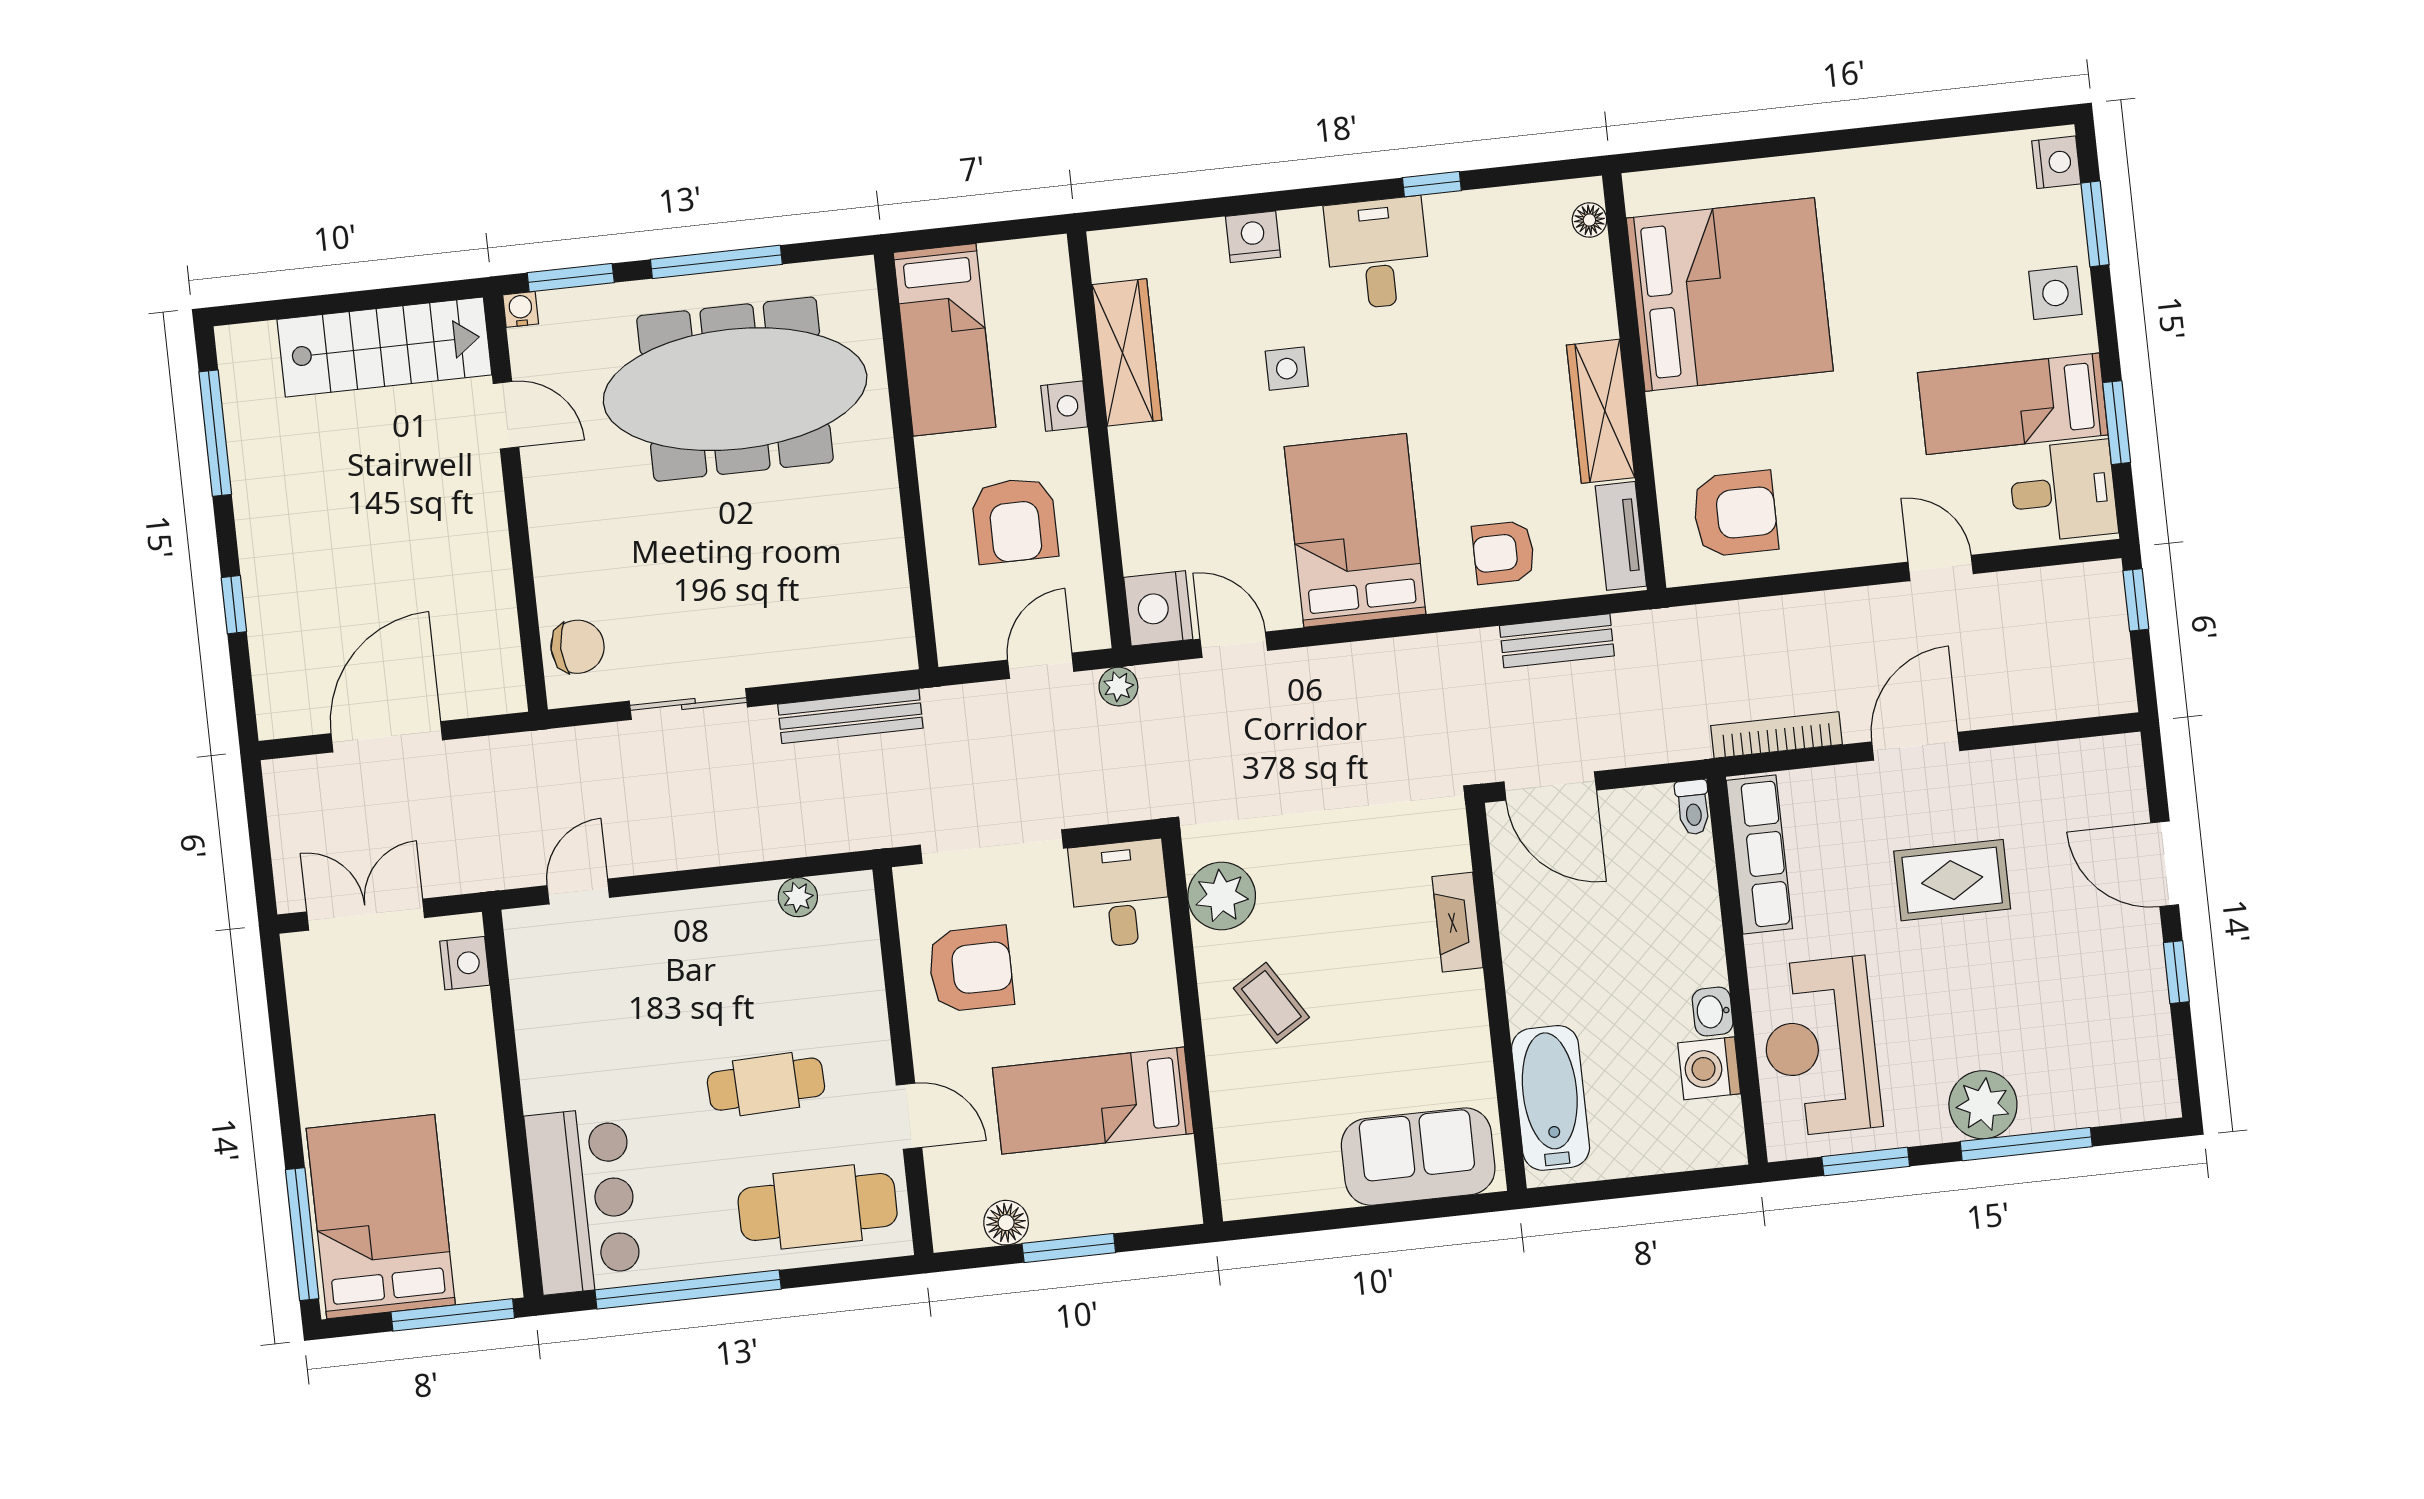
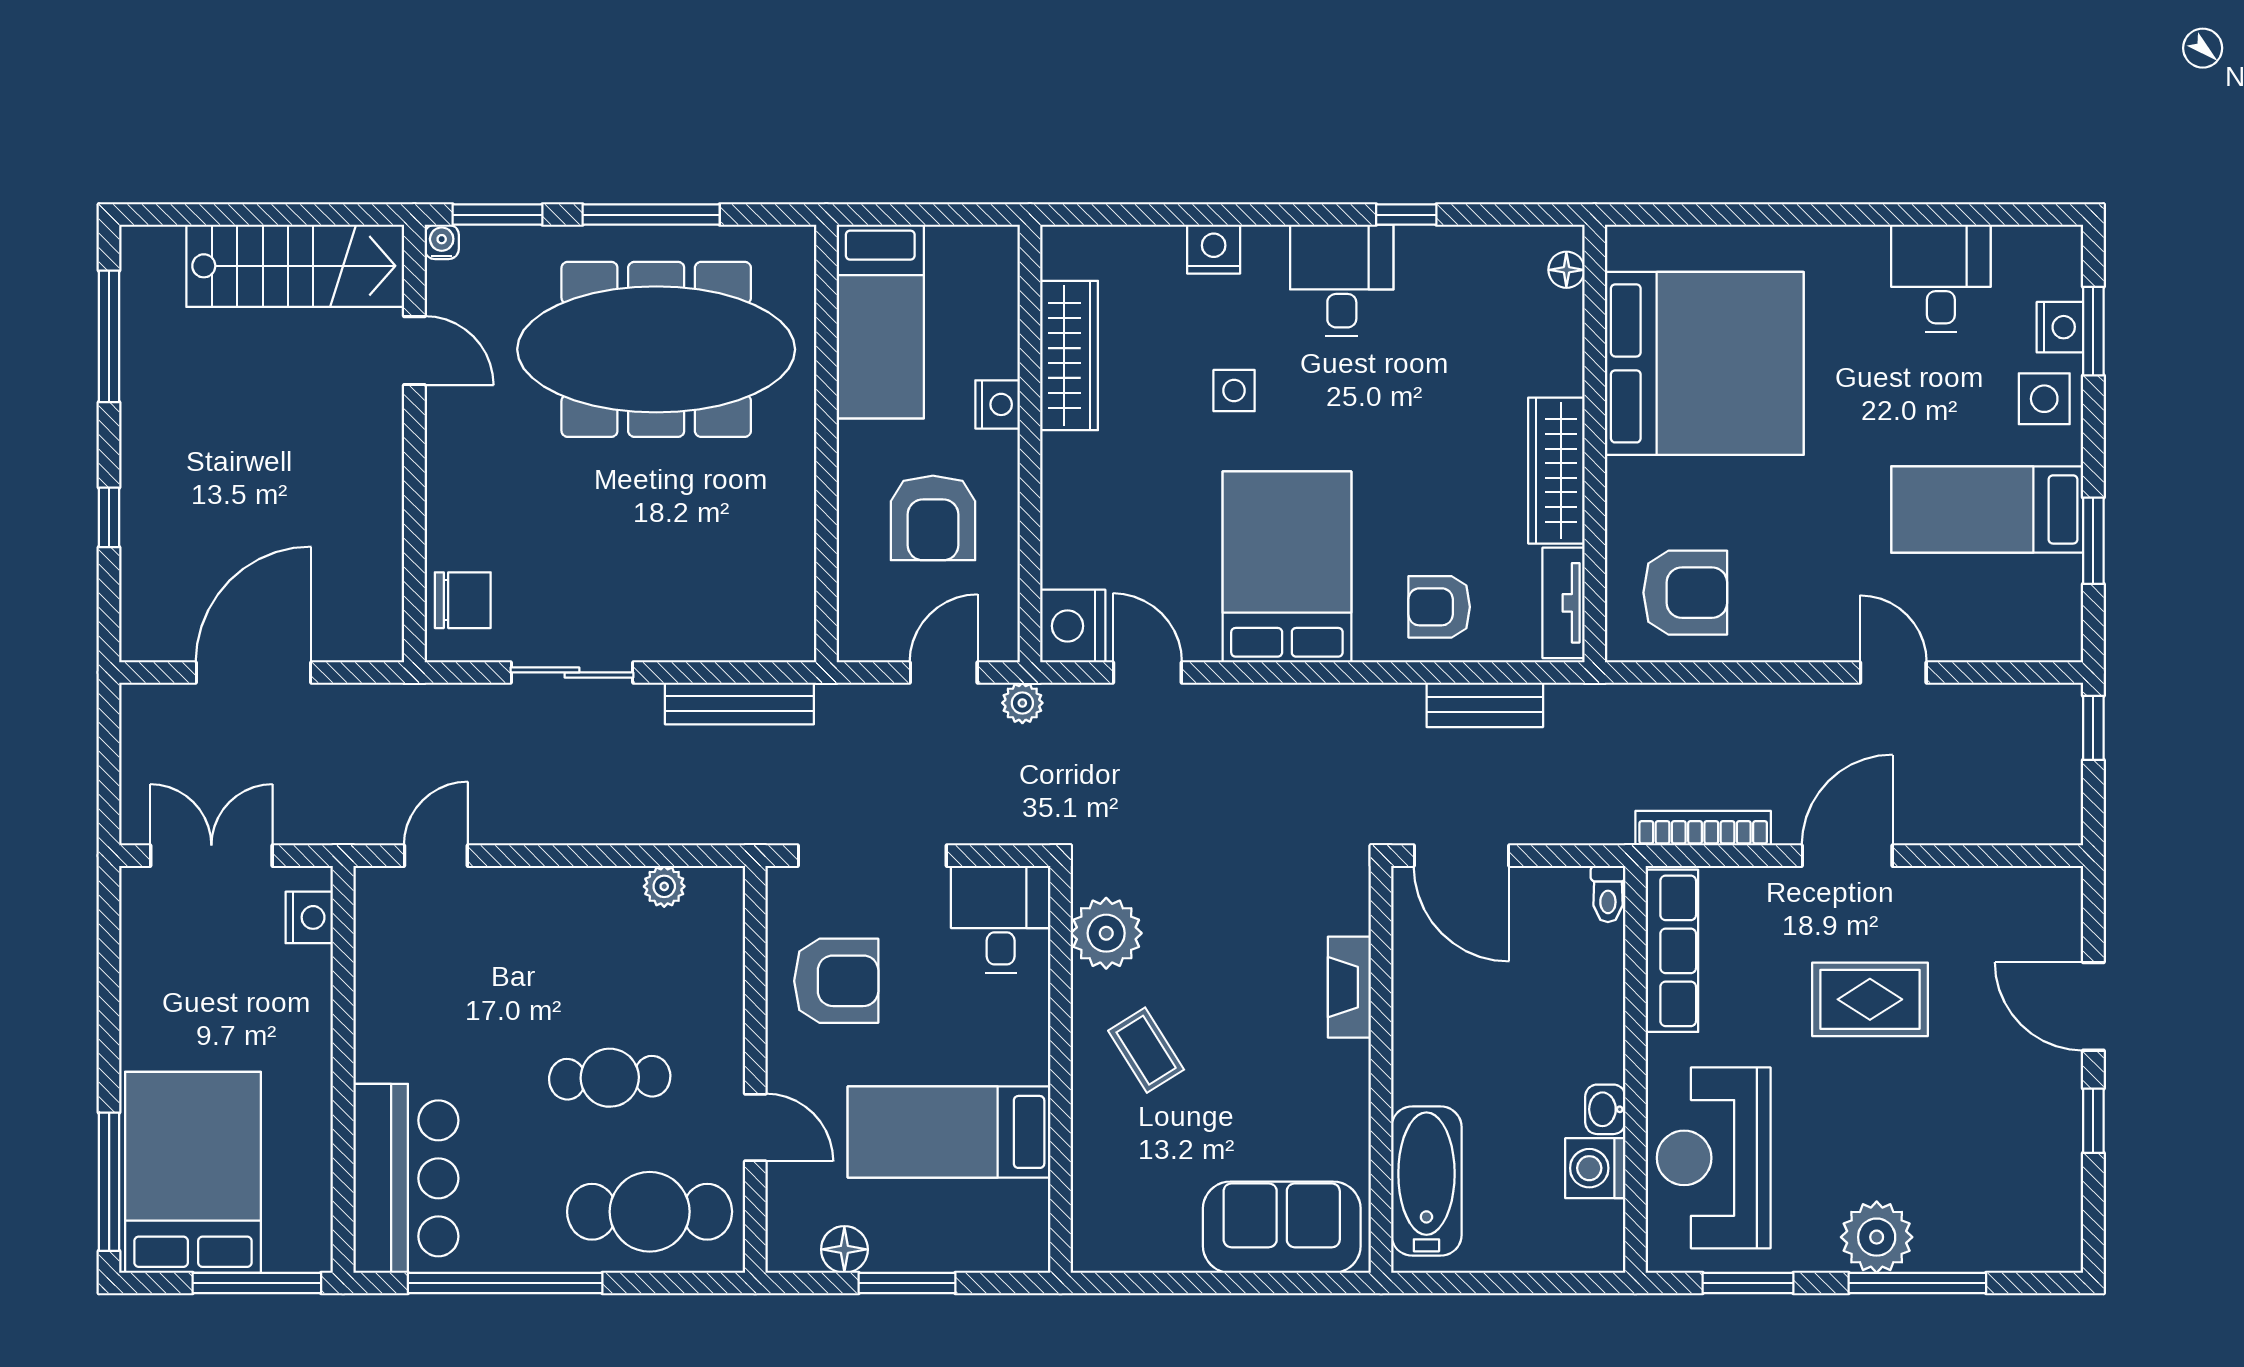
nightstand: (2056, 162) -> (2060, 327), moved
desk: (2063, 491) -> (1941, 278), moved, turned -90

